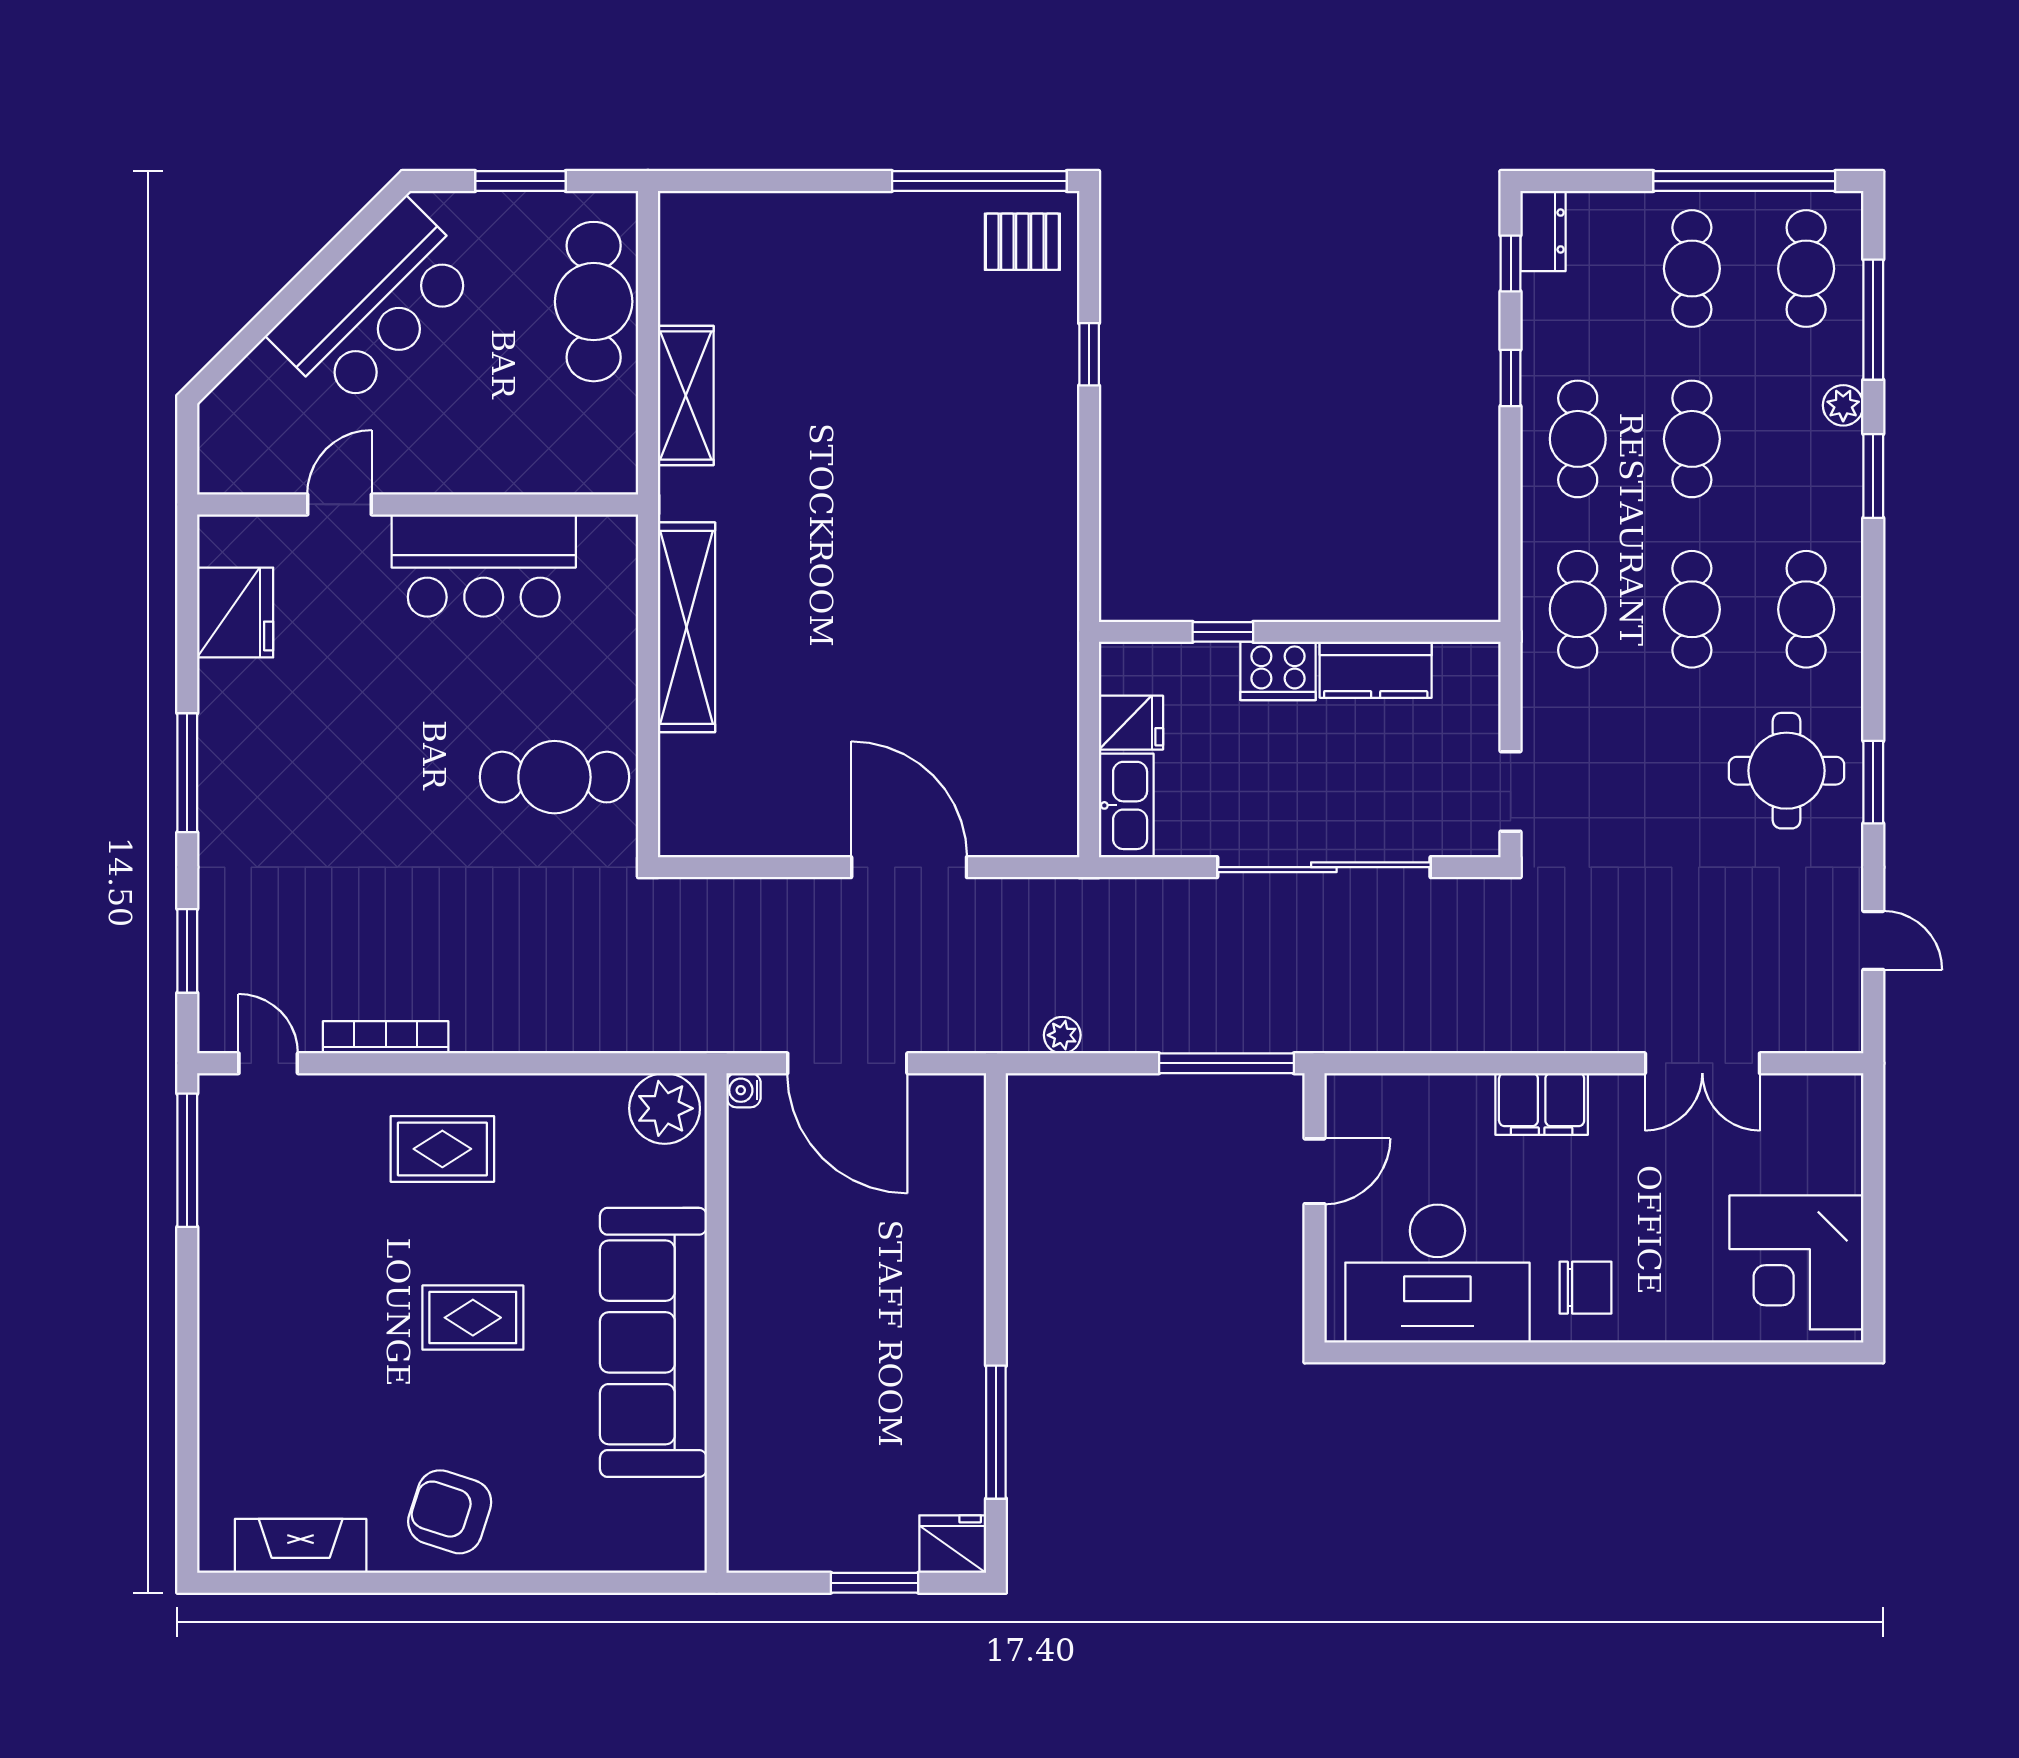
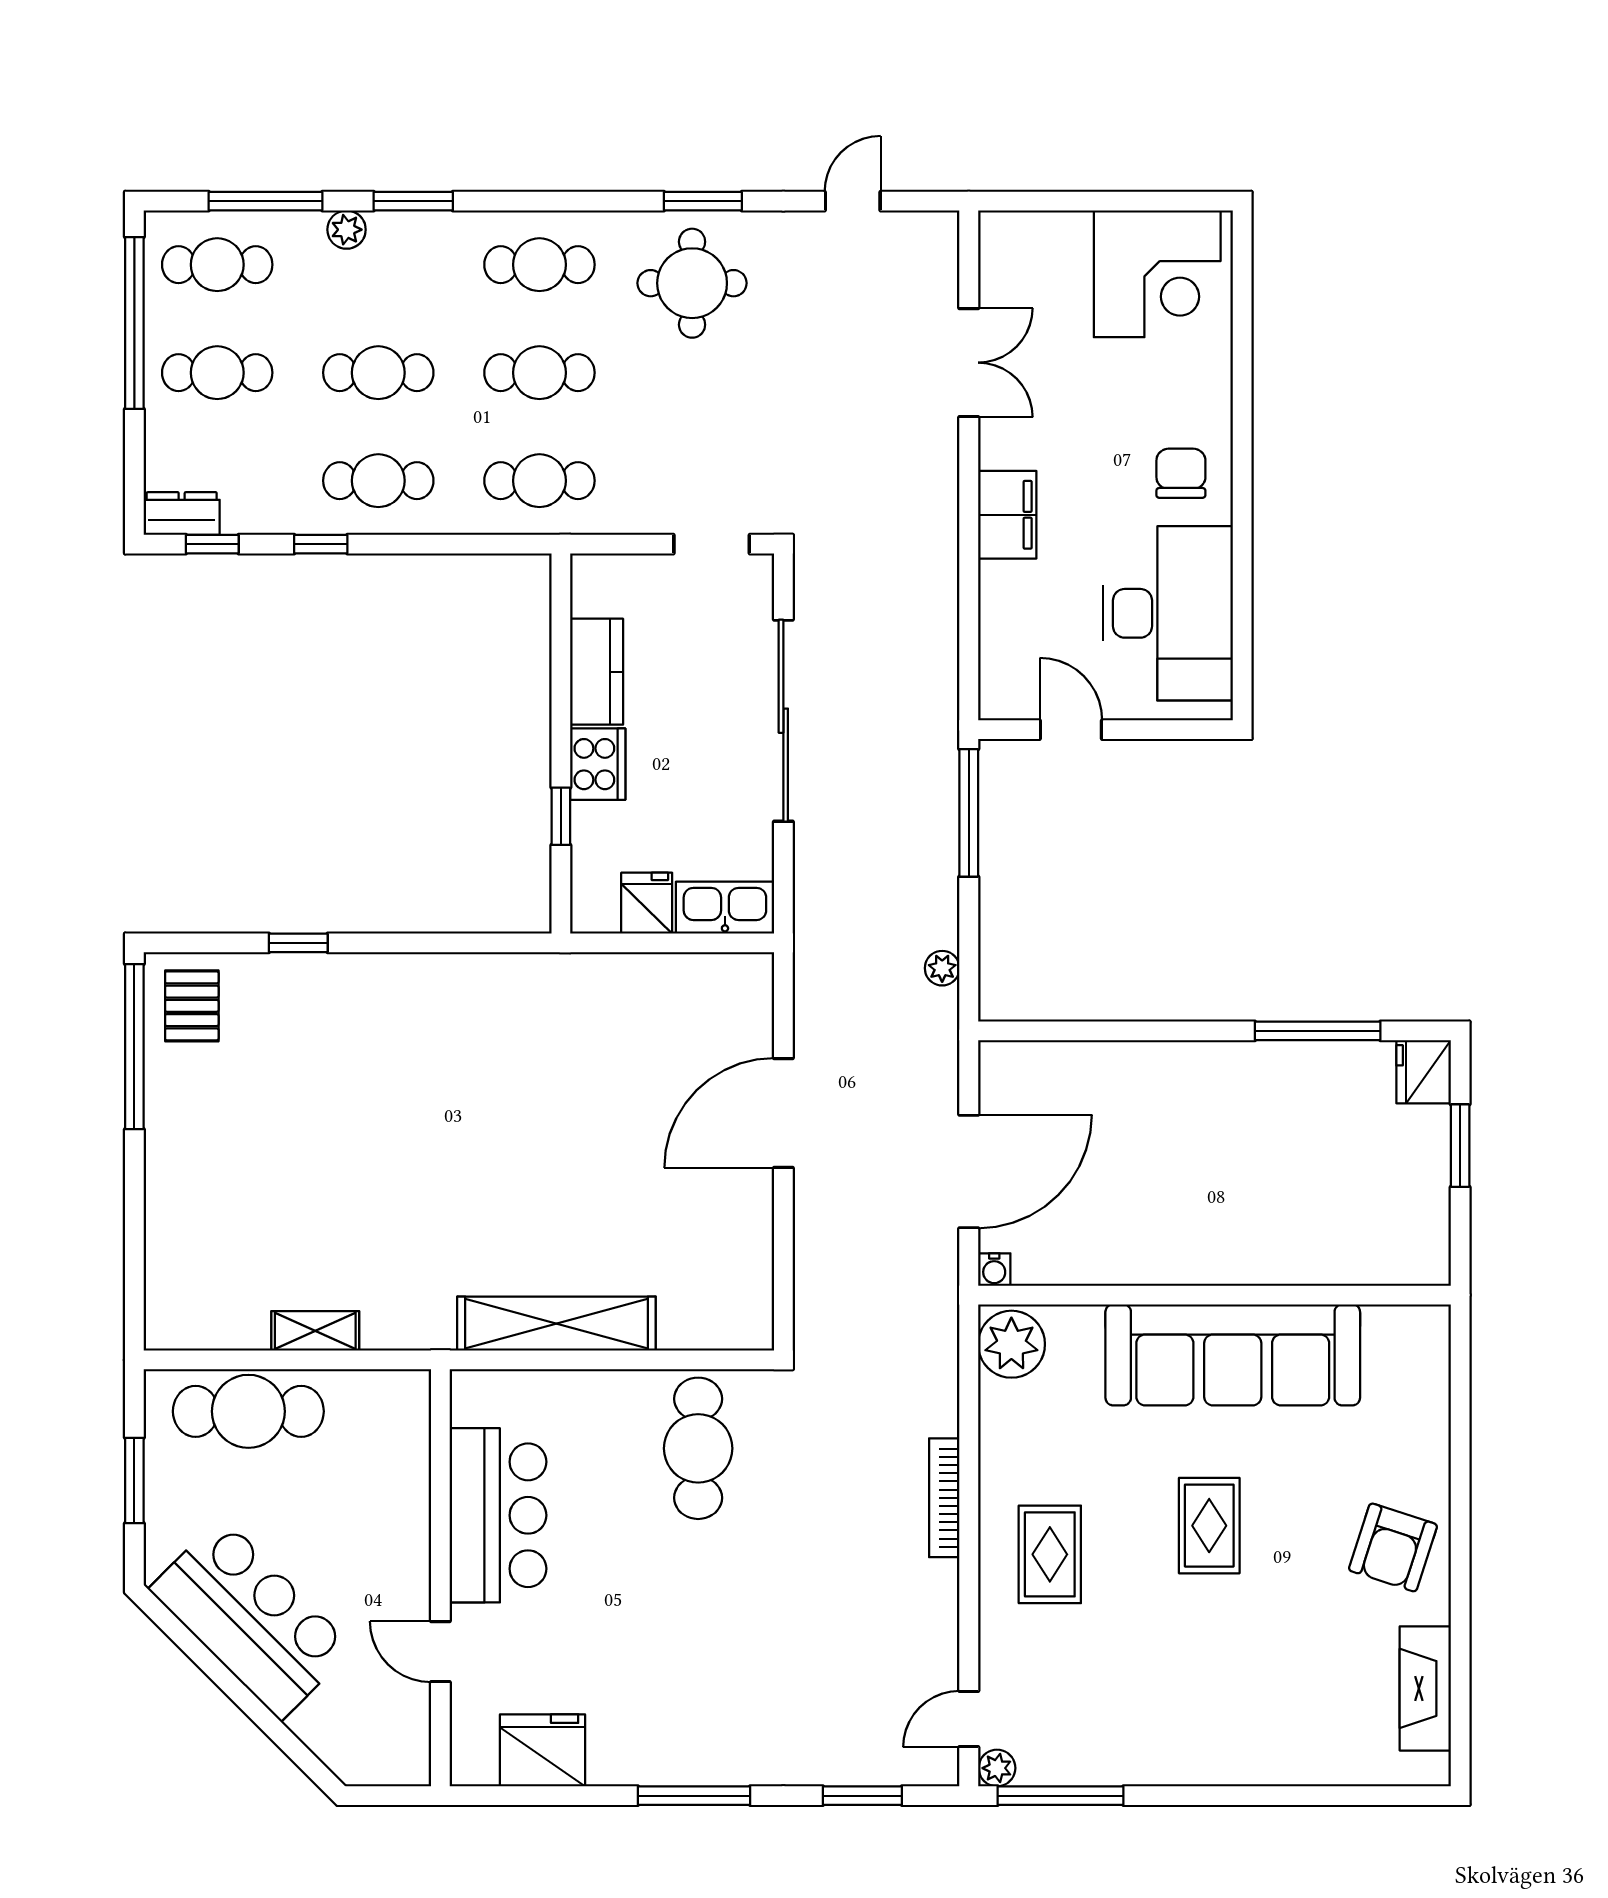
shelving: (686, 396) -> (315, 1331), width x0.67, depth x0.75
bookcase: (386, 1037) -> (944, 1498), moved
plant: (216, 1093) -> (997, 1768), added

